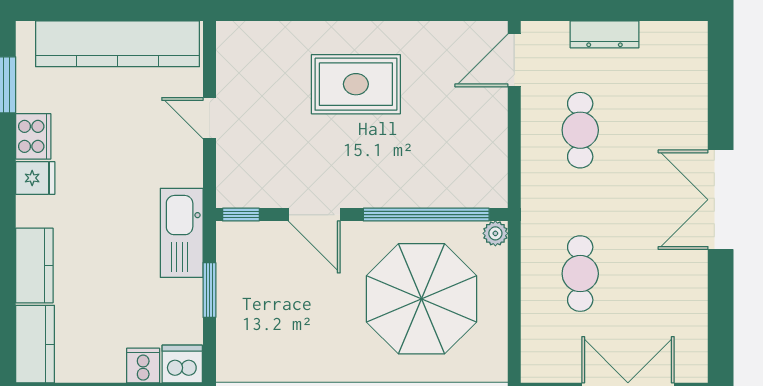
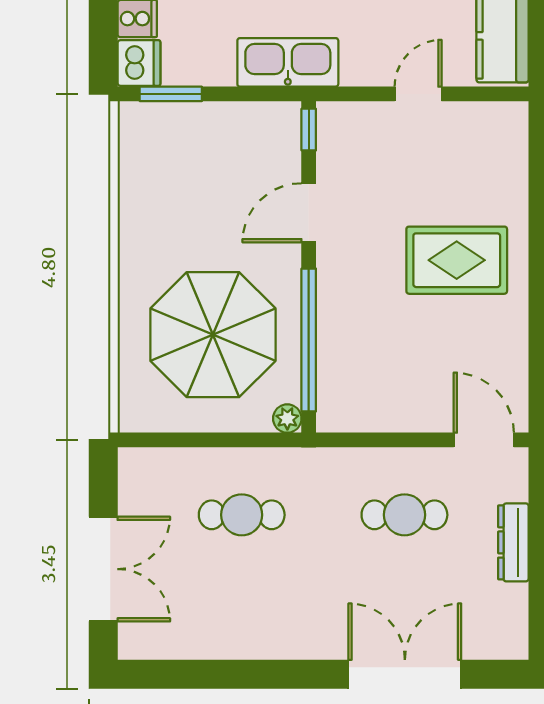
rug: (356, 84) -> (457, 260), turned 90
double door: (721, 200) -> (405, 674), moved
window: (209, 290) -> (171, 94), moved

